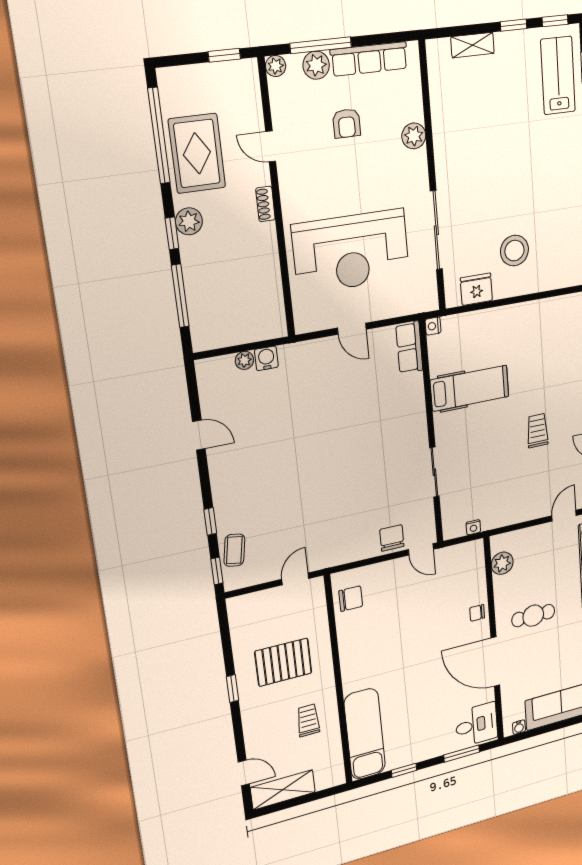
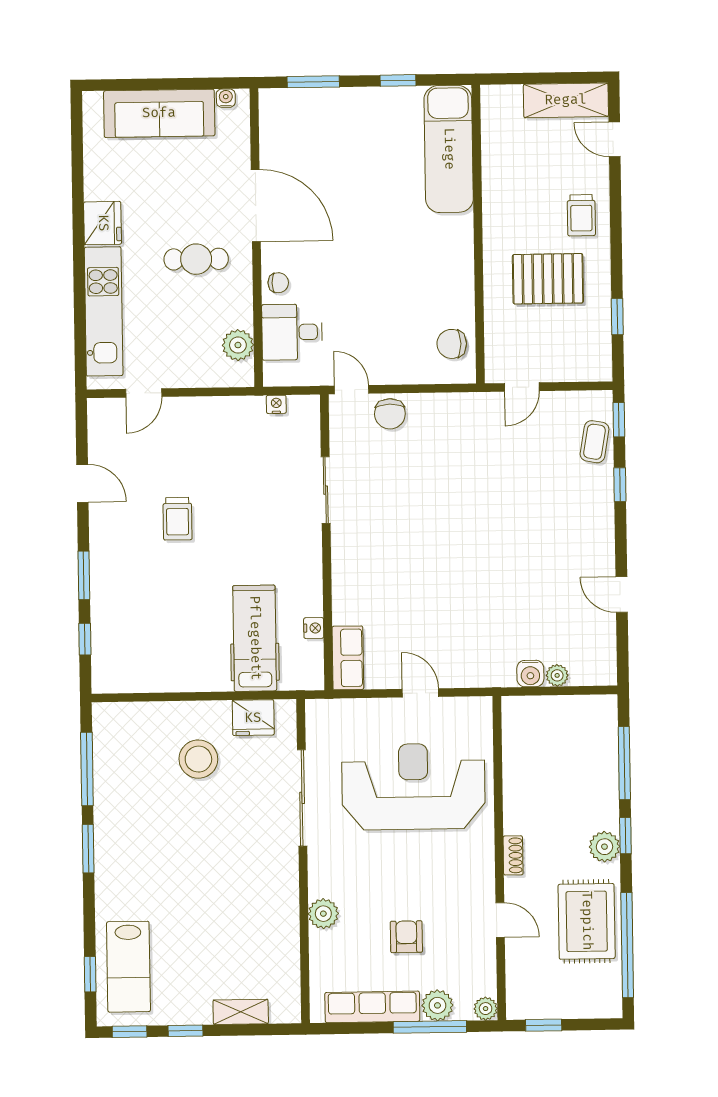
nightstand: (433, 326) -> (314, 628), moved
hospital bed: (470, 388) -> (255, 638), moved, turned 90
window: (233, 688) -> (617, 317), moved
trolley: (308, 720) -> (581, 215), moved
desk: (477, 725) -> (292, 332), moved

